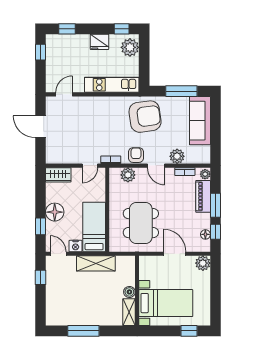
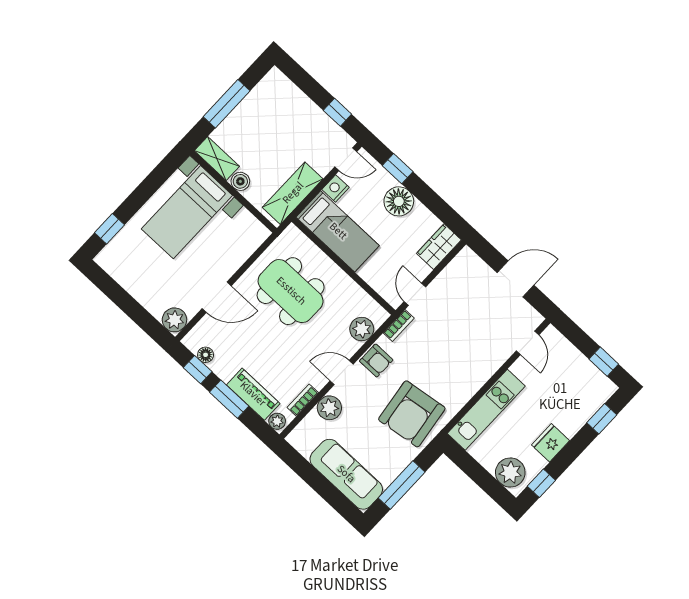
wall: (137, 291) -> (233, 192), moved
boiler: (129, 292) -> (240, 181), moved
bed with nightstands: (166, 303) -> (187, 212), moved
shelving: (129, 312) -> (217, 158), moved

